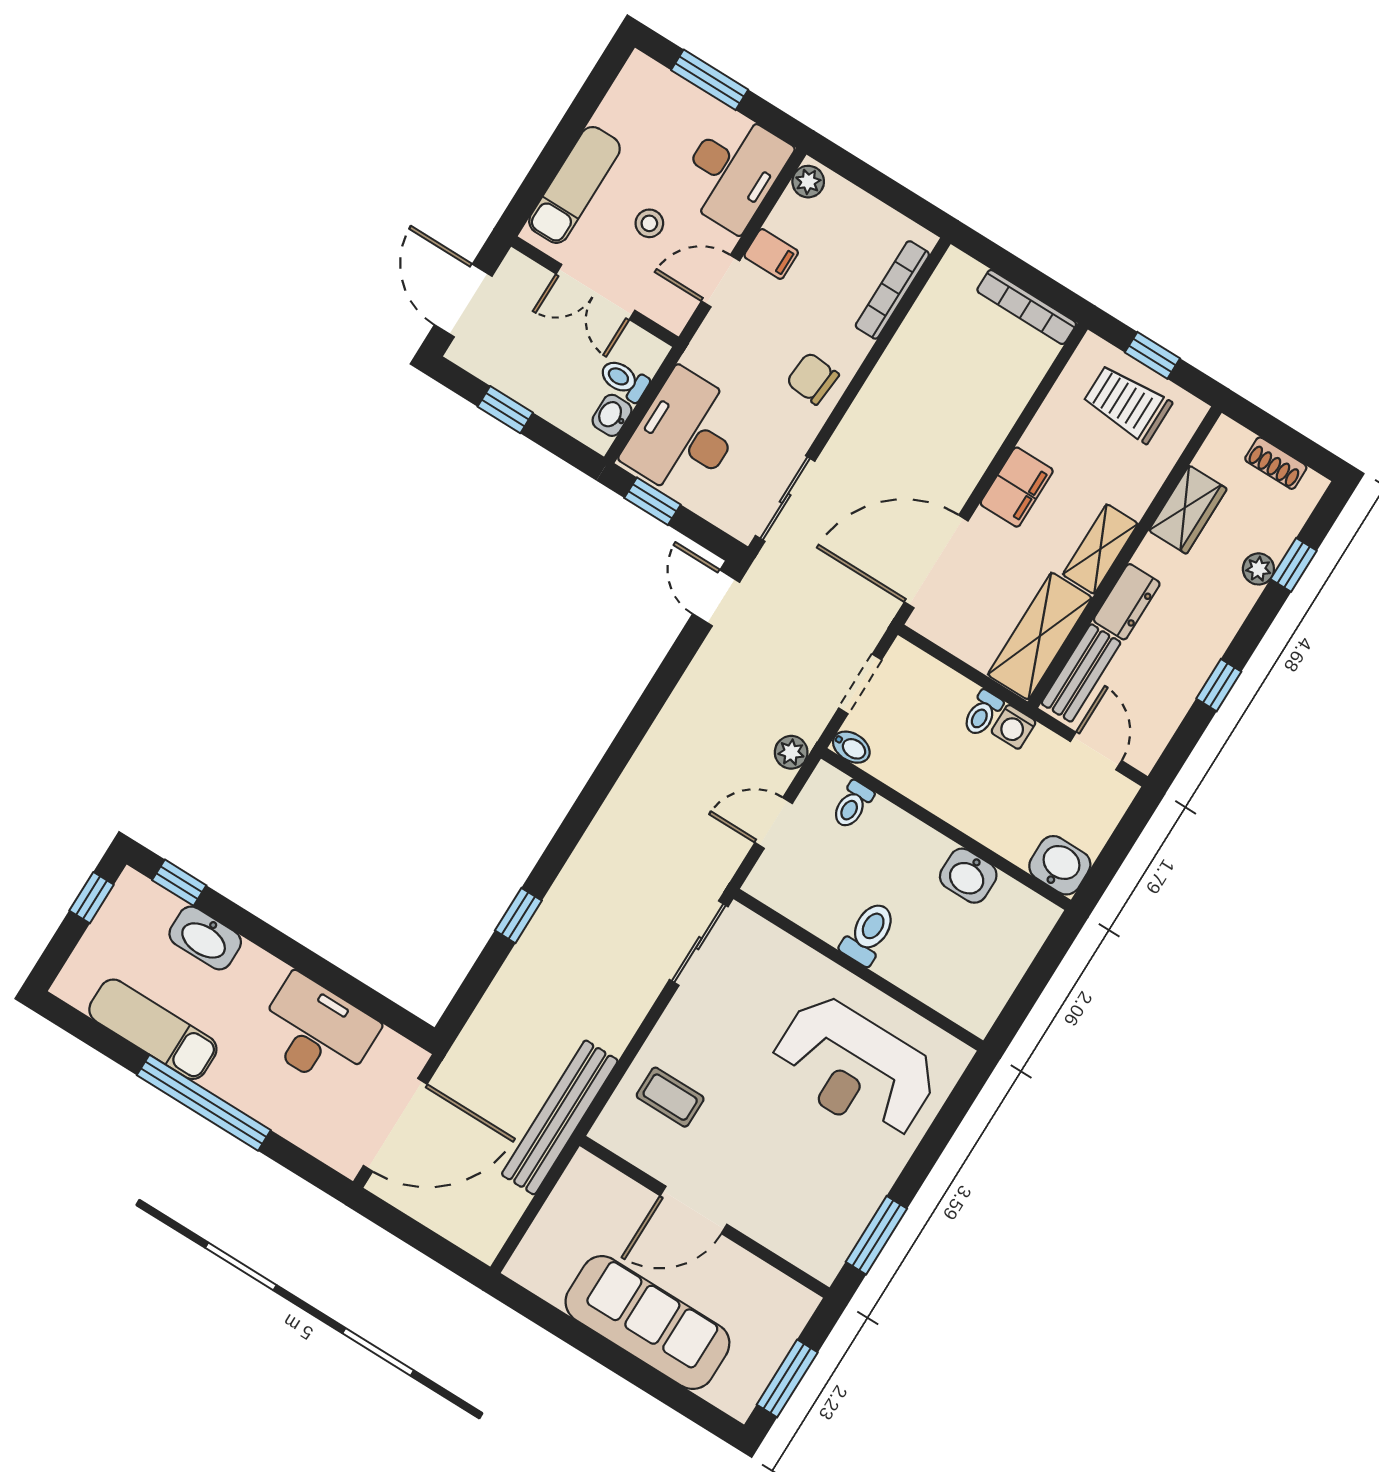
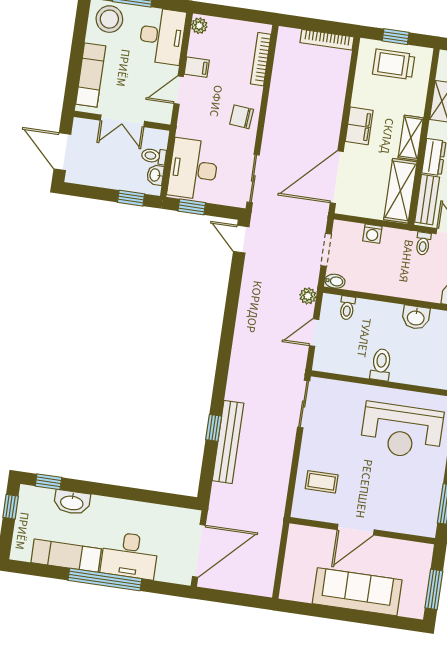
stool: (649, 223) -> (109, 19), moved, width x1.89, depth x1.89
window: (505, 410) -> (131, 198), moved
toilet: (982, 713) -> (423, 244), moved
washing machine: (1014, 727) -> (372, 234), moved
desk: (317, 1032) -> (130, 555), moved, turned 180
bench: (560, 1117) -> (228, 442), moved

